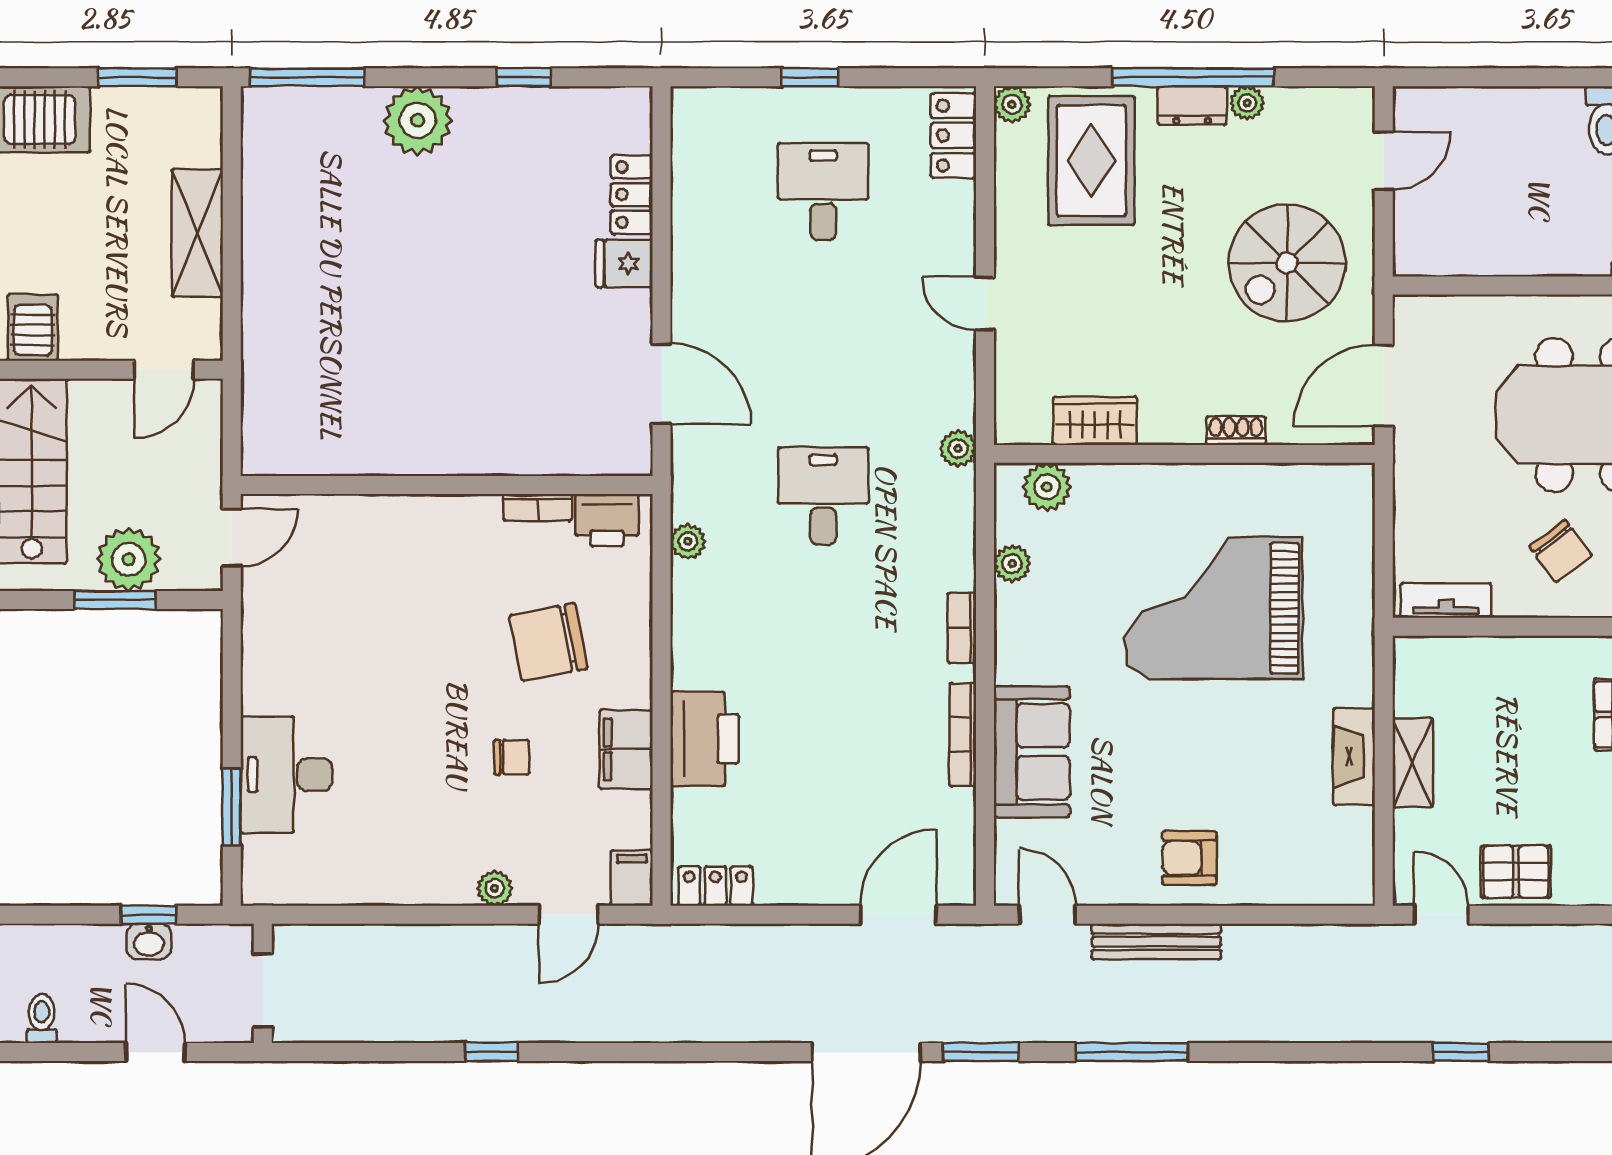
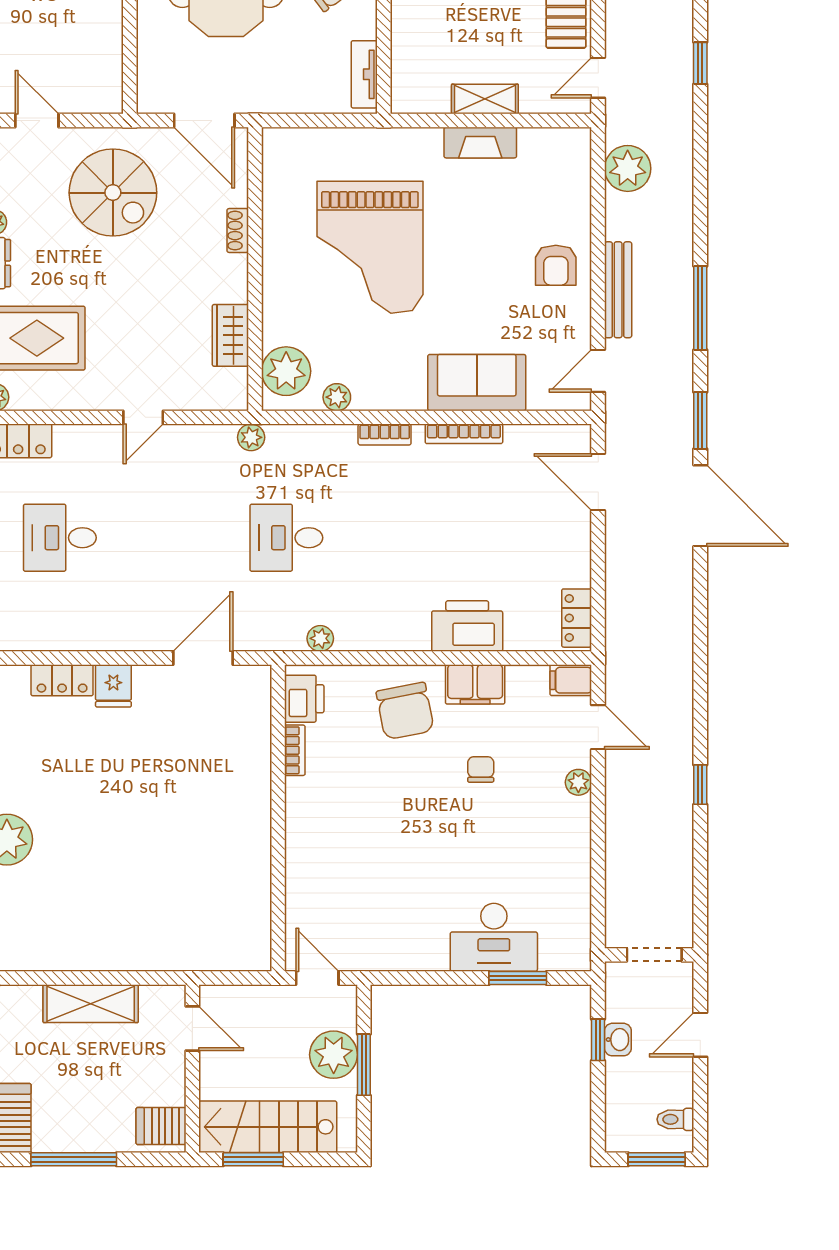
plant: (1047, 487) -> (286, 371), width x1.36, depth x1.36
chair: (549, 642) -> (405, 711), moved
plant: (1319, 955) -> (628, 168), added

